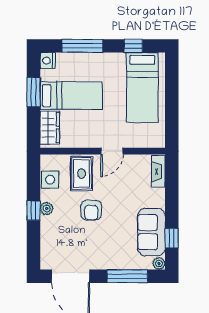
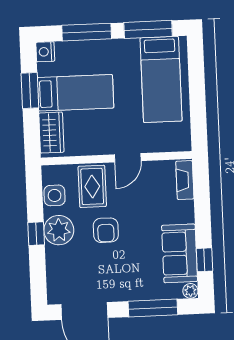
window: (133, 46) -> (148, 29), width x2.17
plant: (47, 208) -> (59, 230), width x1.87, depth x1.87

